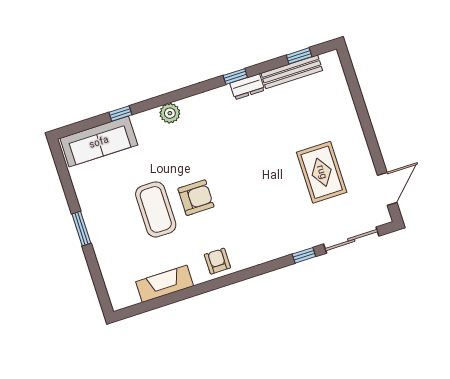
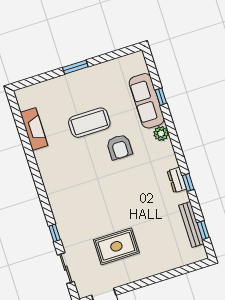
dresser: (247, 87) -> (177, 180), moved
sofa: (99, 142) -> (147, 101), moved
armchair: (196, 198) -> (119, 147), moved
sliding door: (351, 240) -> (66, 268), width x0.73
armchair: (217, 261) -> (51, 168), removed

